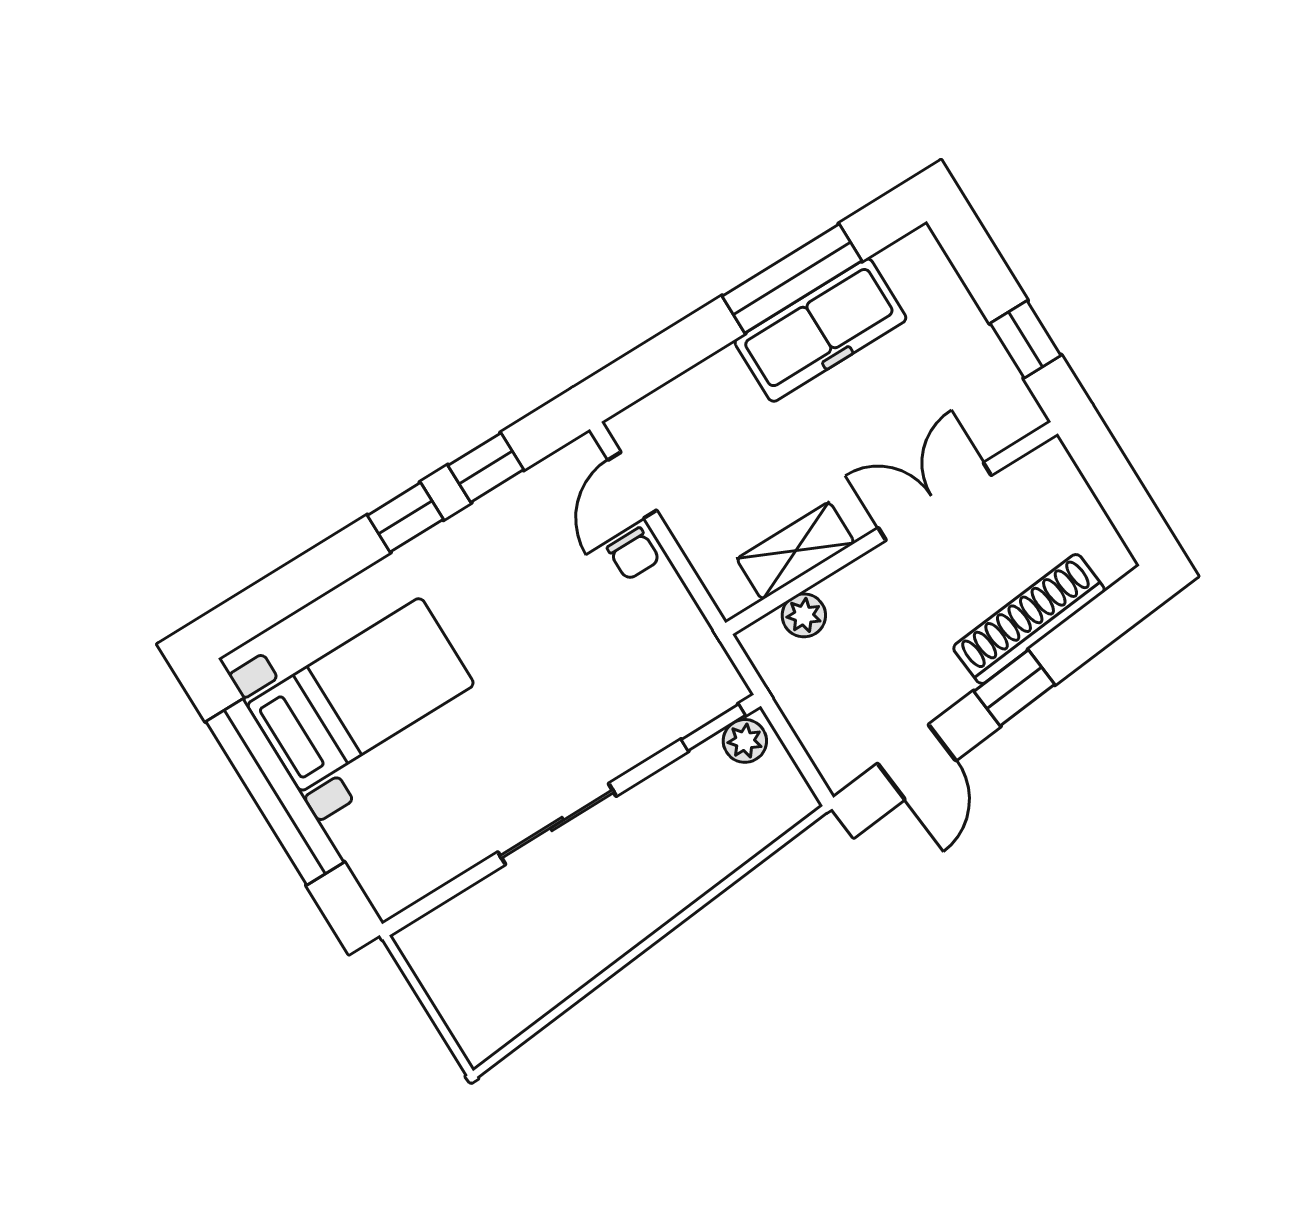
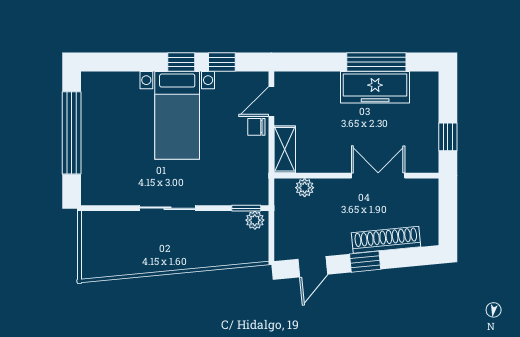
shelving: (796, 551) -> (285, 149), moved, turned 90
chair: (633, 554) -> (256, 127), turned 90
bed with nightstands: (361, 694) -> (177, 115), moved, turned 90

